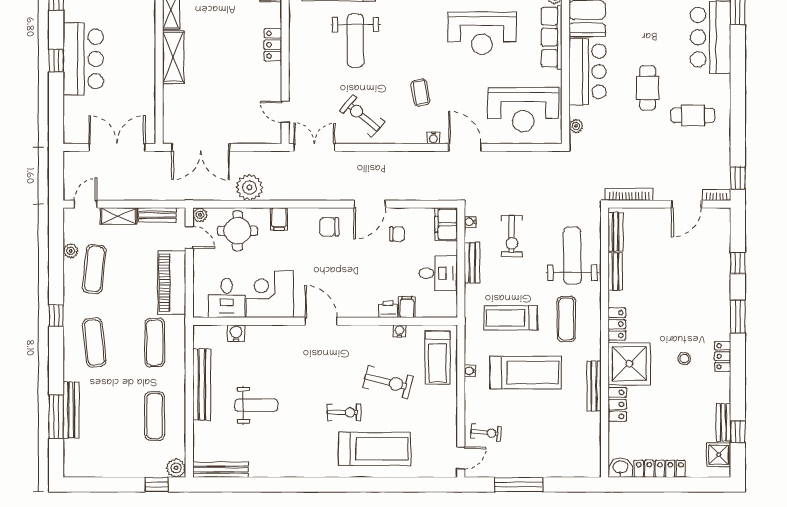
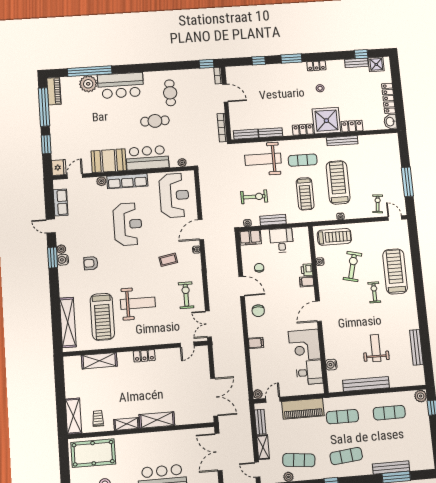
exercise bike: (362, 116) -> (186, 295), turned 140
plant: (249, 187) -> (237, 364), removed
round table: (238, 231) -> (266, 369), removed
filing cabinet: (407, 307) -> (307, 282), moved
bench: (220, 470) -> (416, 347), moved

